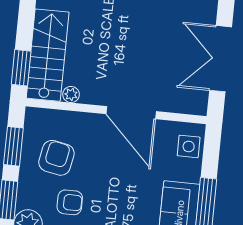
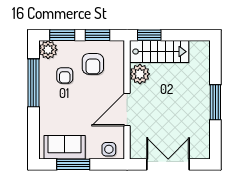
plant: (71, 94) -> (140, 74), width x1.87, depth x1.87
armchair: (56, 158) -> (93, 64), turned 79

